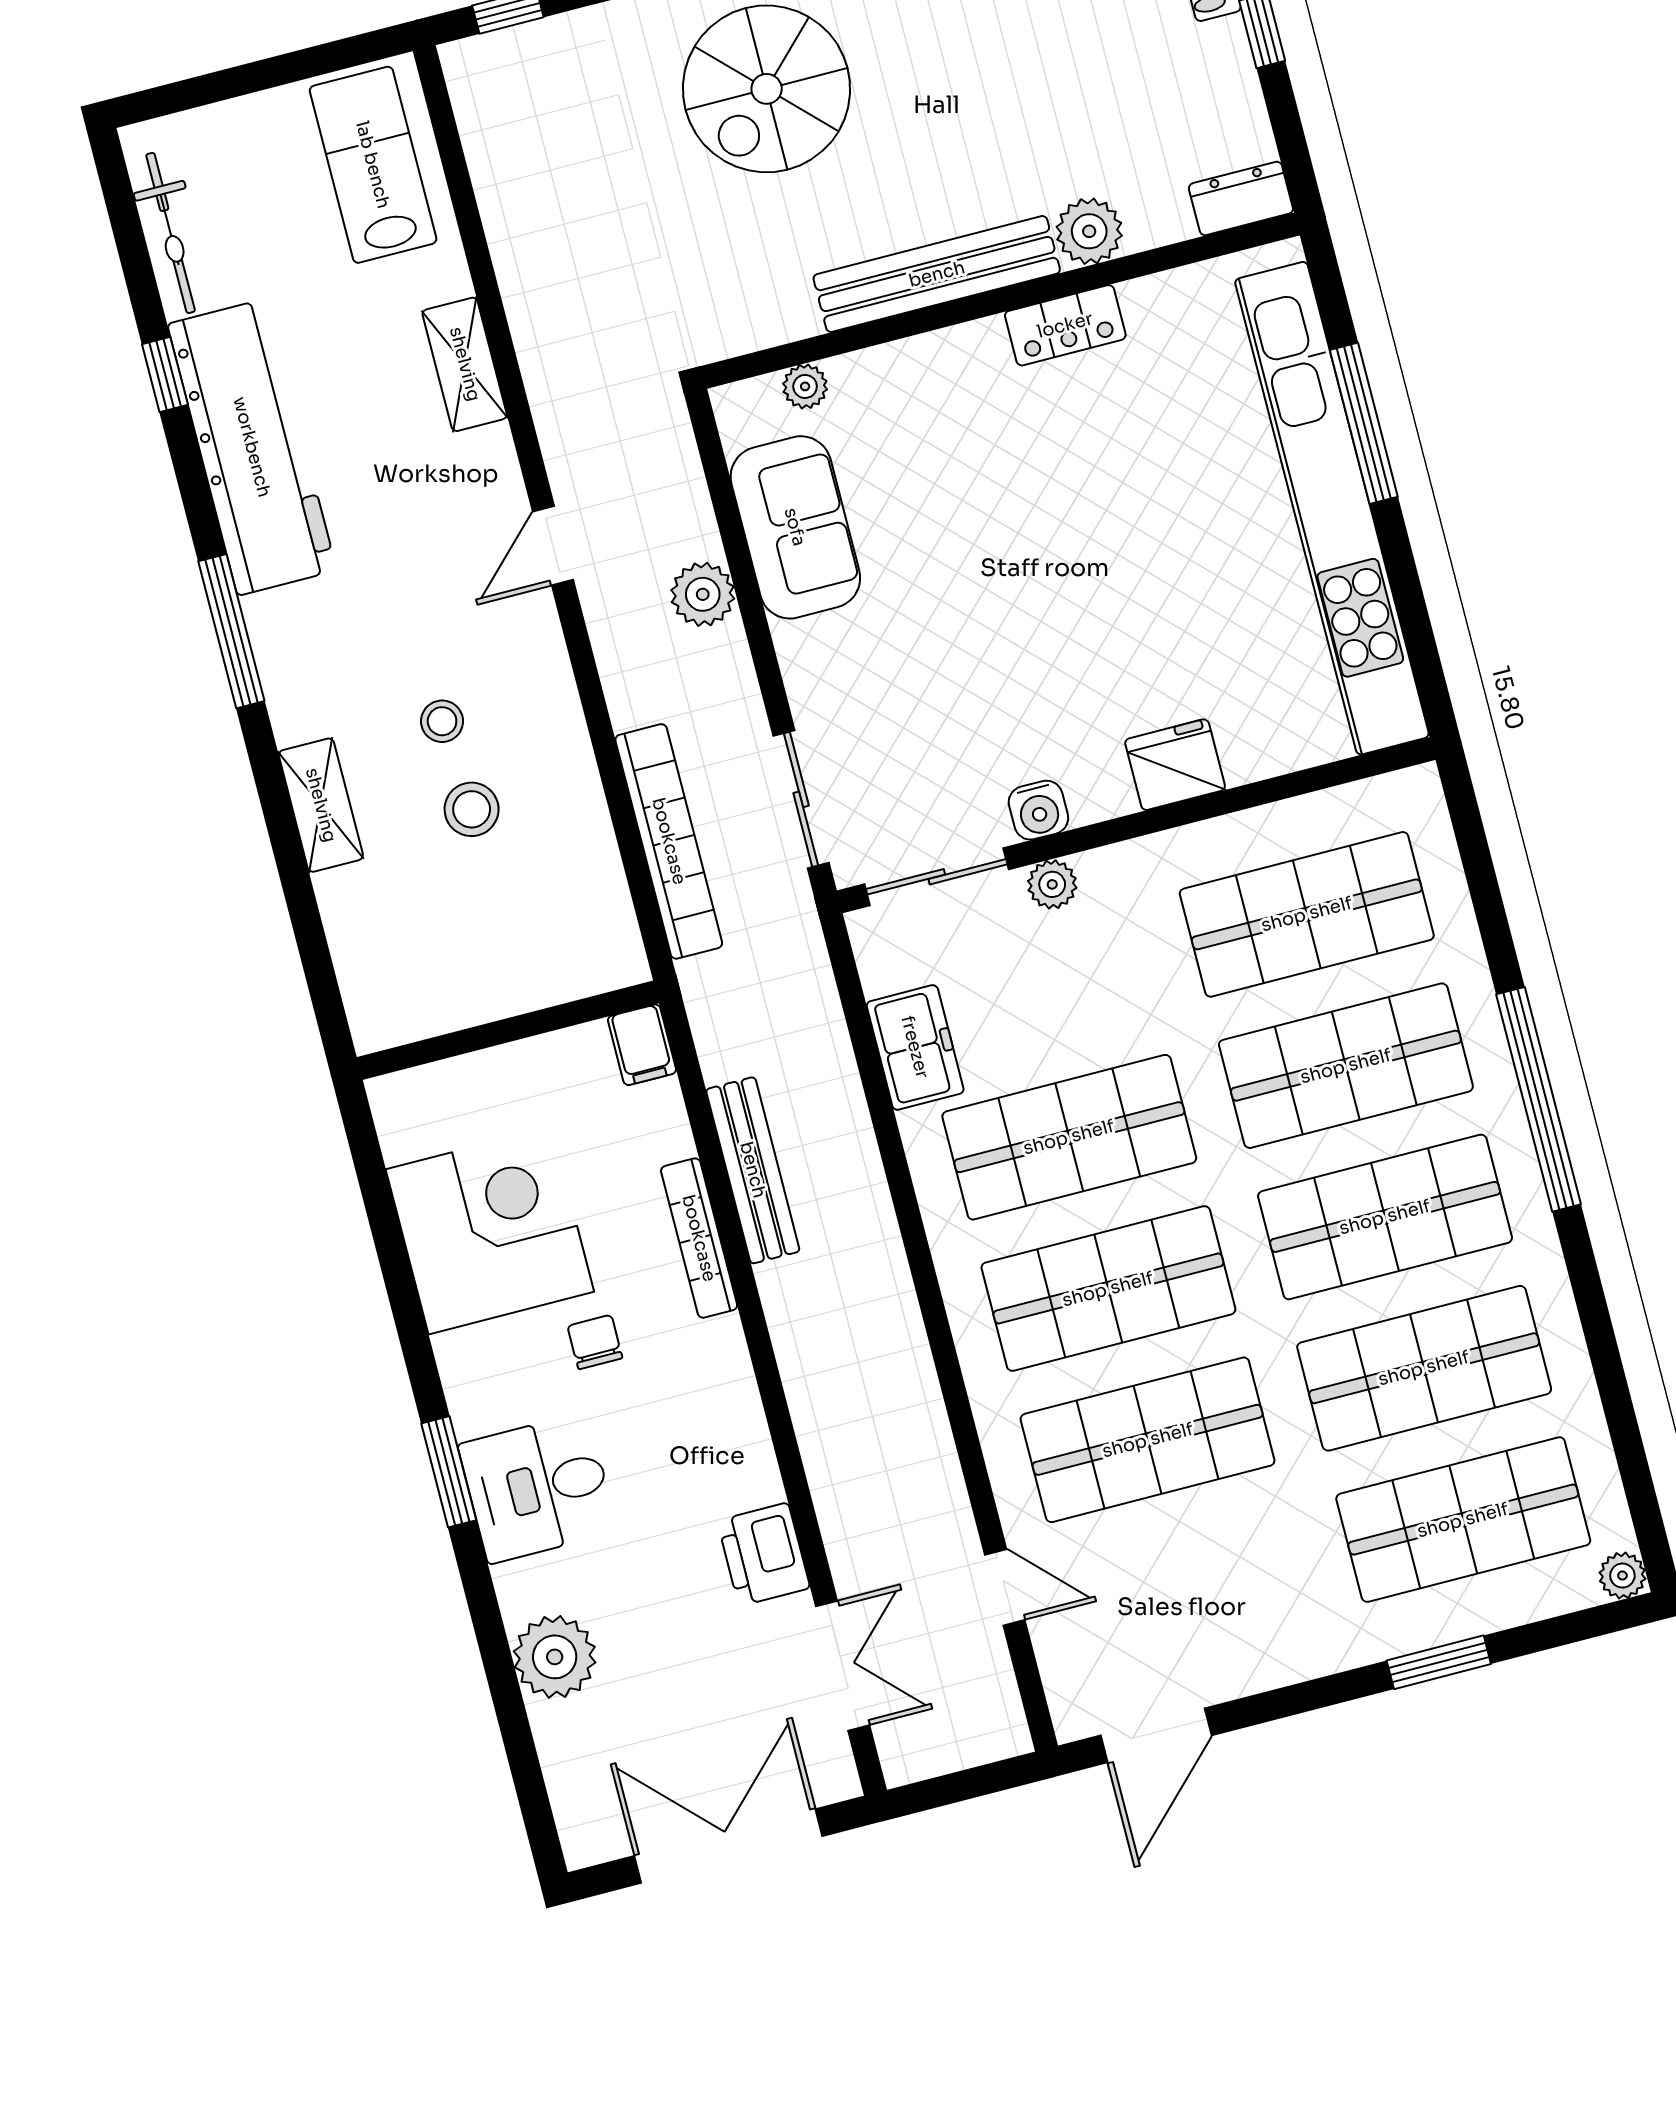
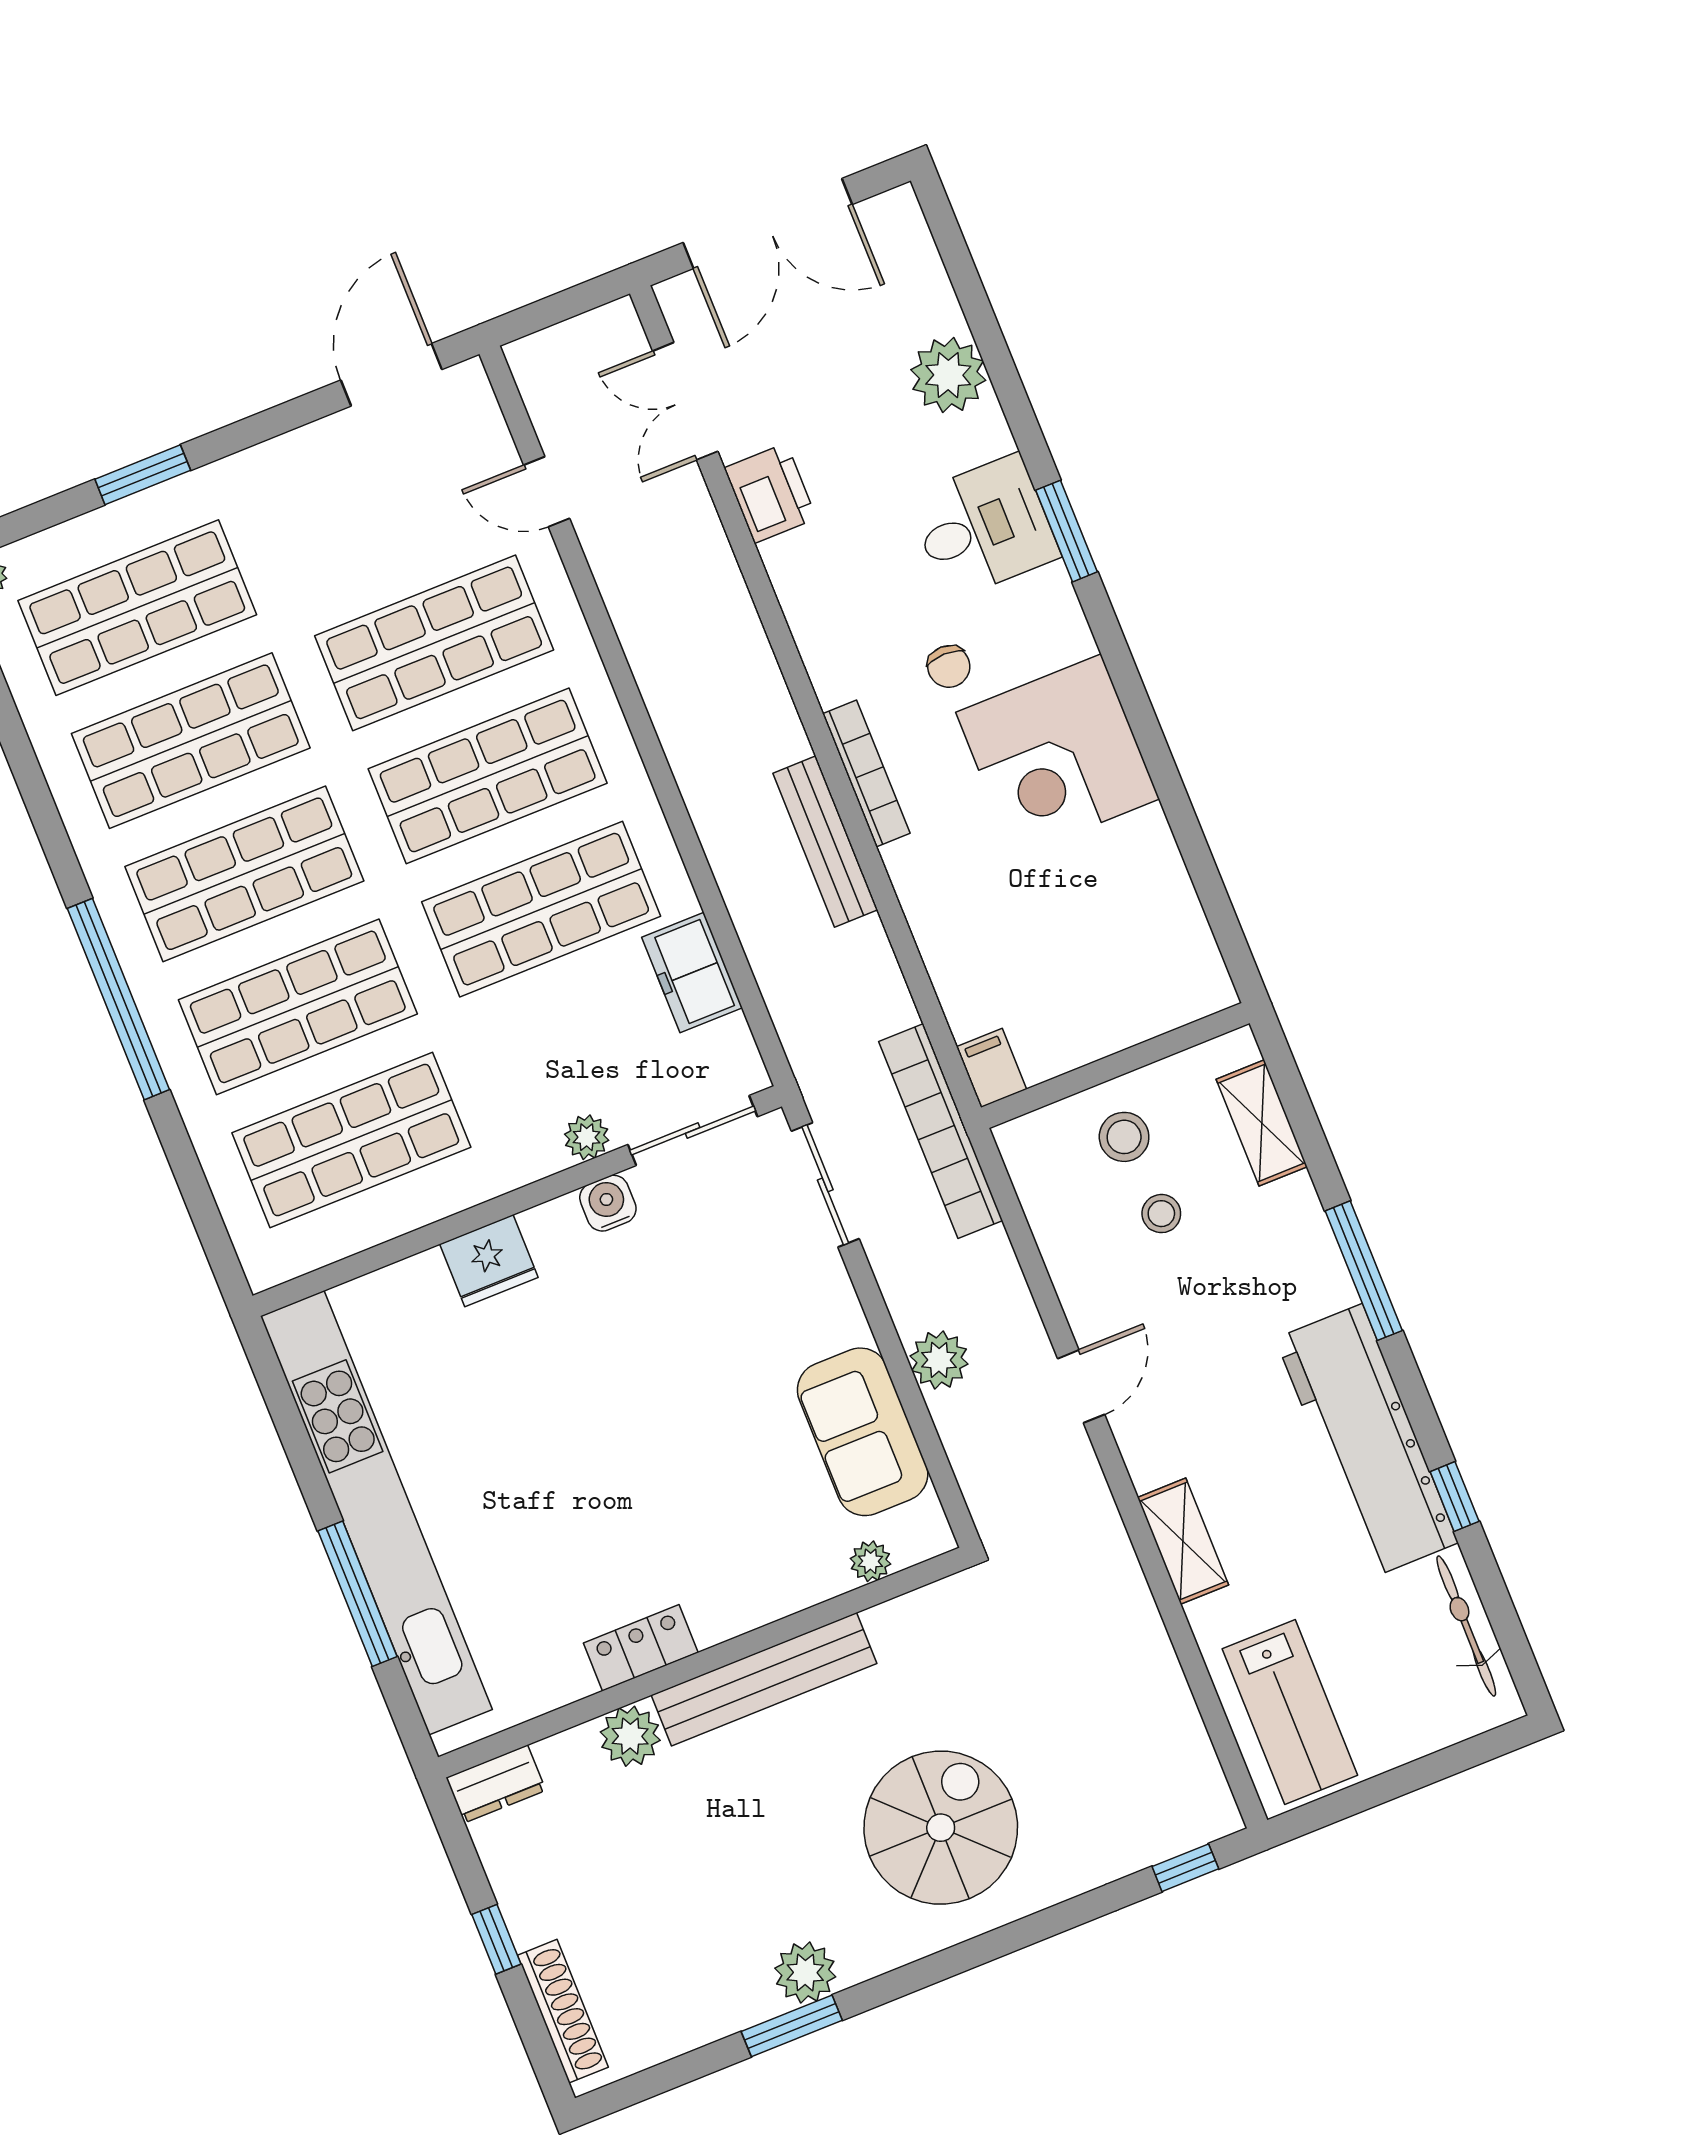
wall: (508, 1030) -> (1115, 1066), moved
filing cabinet: (642, 1045) -> (991, 1068), moved

